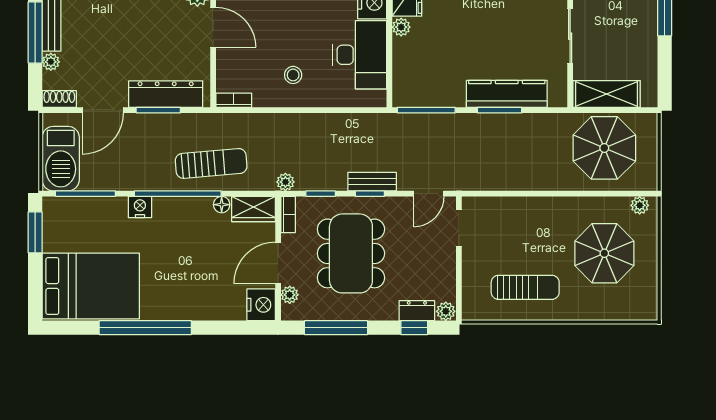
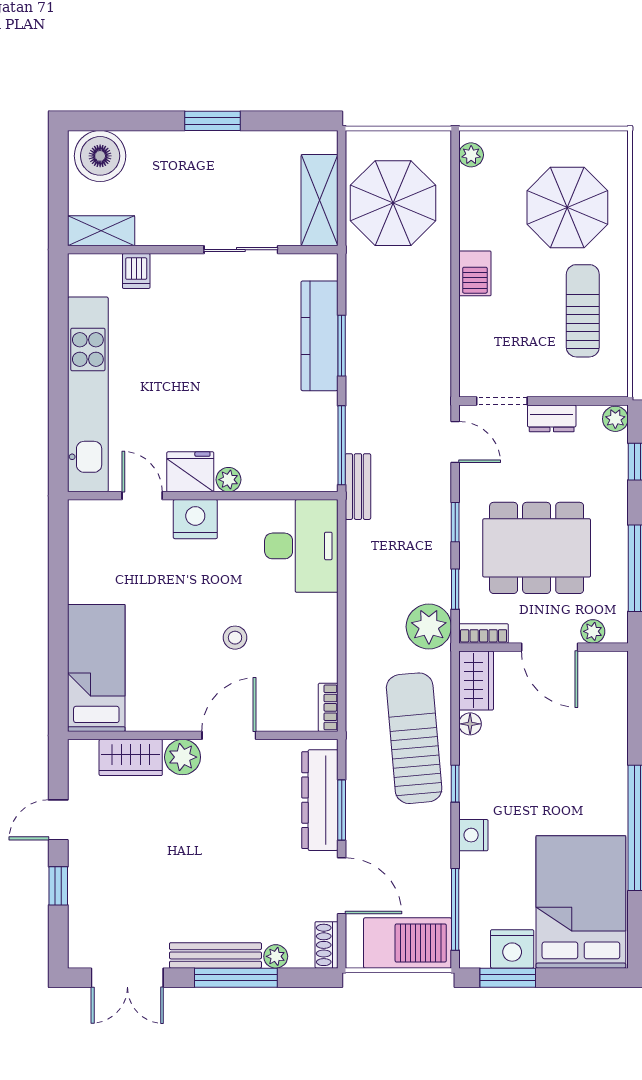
desk: (360, 55) -> (301, 546), moved, turned 90
stool: (293, 75) -> (235, 638), moved
sun lounger: (211, 163) -> (414, 738), width x1.36, depth x1.34
plant: (285, 182) -> (429, 627), width x1.88, depth x1.88
bench: (372, 182) -> (358, 487), moved
window: (178, 194) -> (455, 784), width x0.32
barbecue: (553, 208) -> (475, 273), added
parasol: (604, 253) -> (567, 208), moved
nightstand: (261, 305) -> (512, 949), moved, turned 180
dresser: (417, 311) -> (552, 418), moved, turned -90

